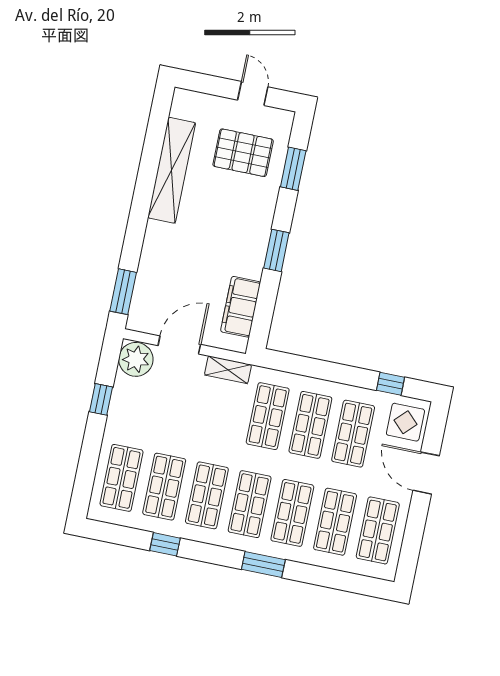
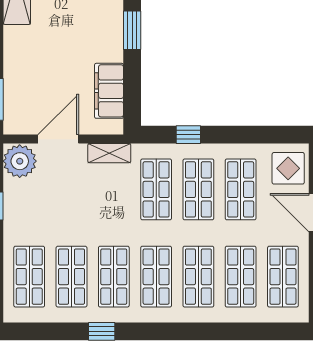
window: (390, 384) -> (188, 135), moved
window: (165, 544) -> (102, 331), moved
window: (263, 565) -> (181, 331), removed

